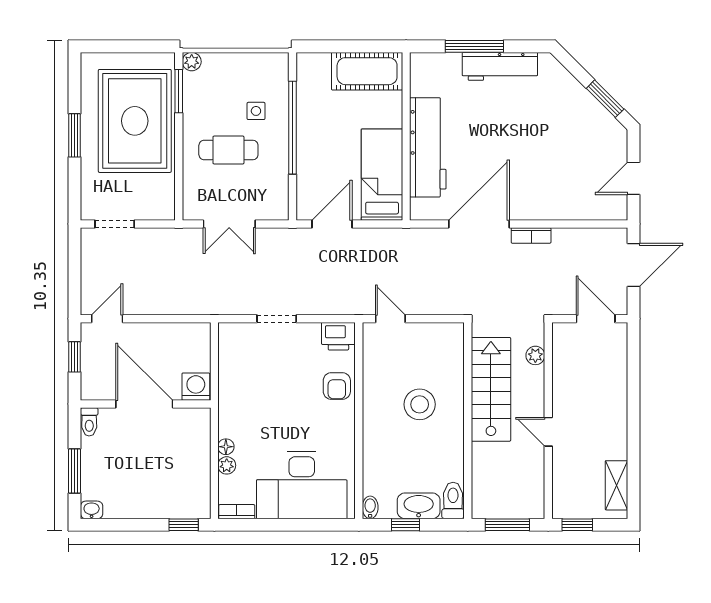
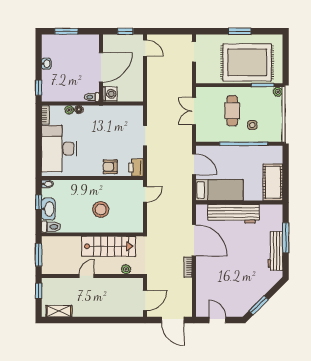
toilet: (89, 422) -> (92, 97), moved
washbasin: (92, 510) -> (46, 64), moved

